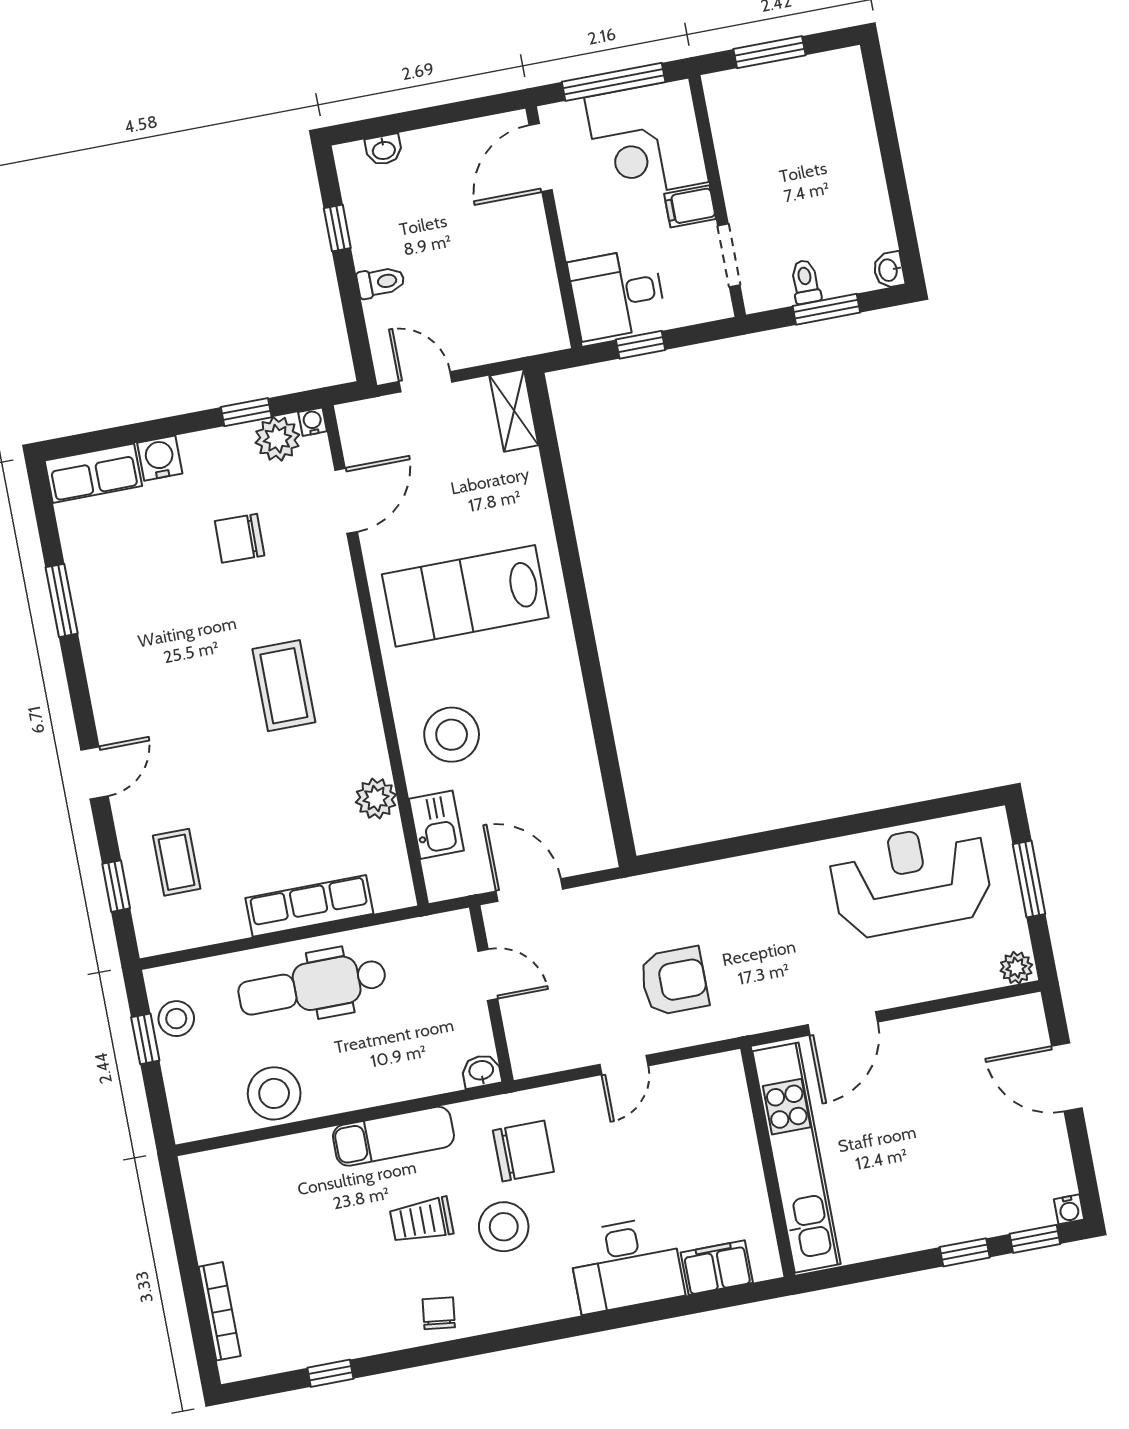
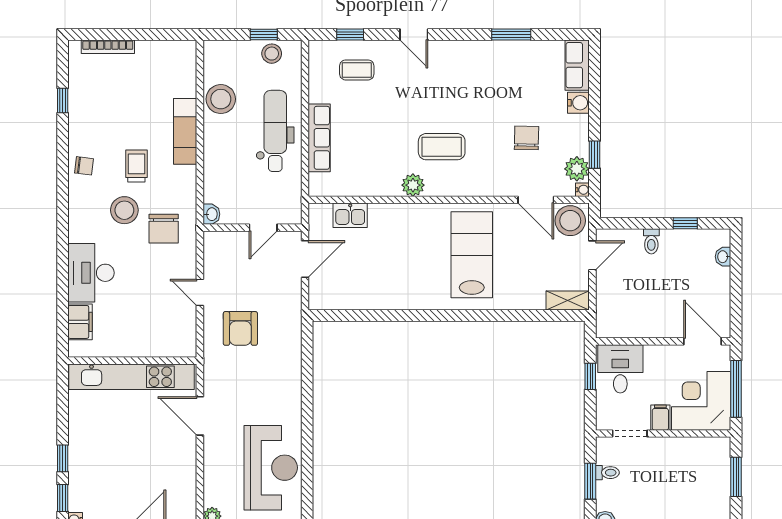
stool: (452, 735) -> (570, 221), moved
plant: (376, 799) -> (413, 185), moved
exam couch: (393, 1136) -> (185, 131), moved

